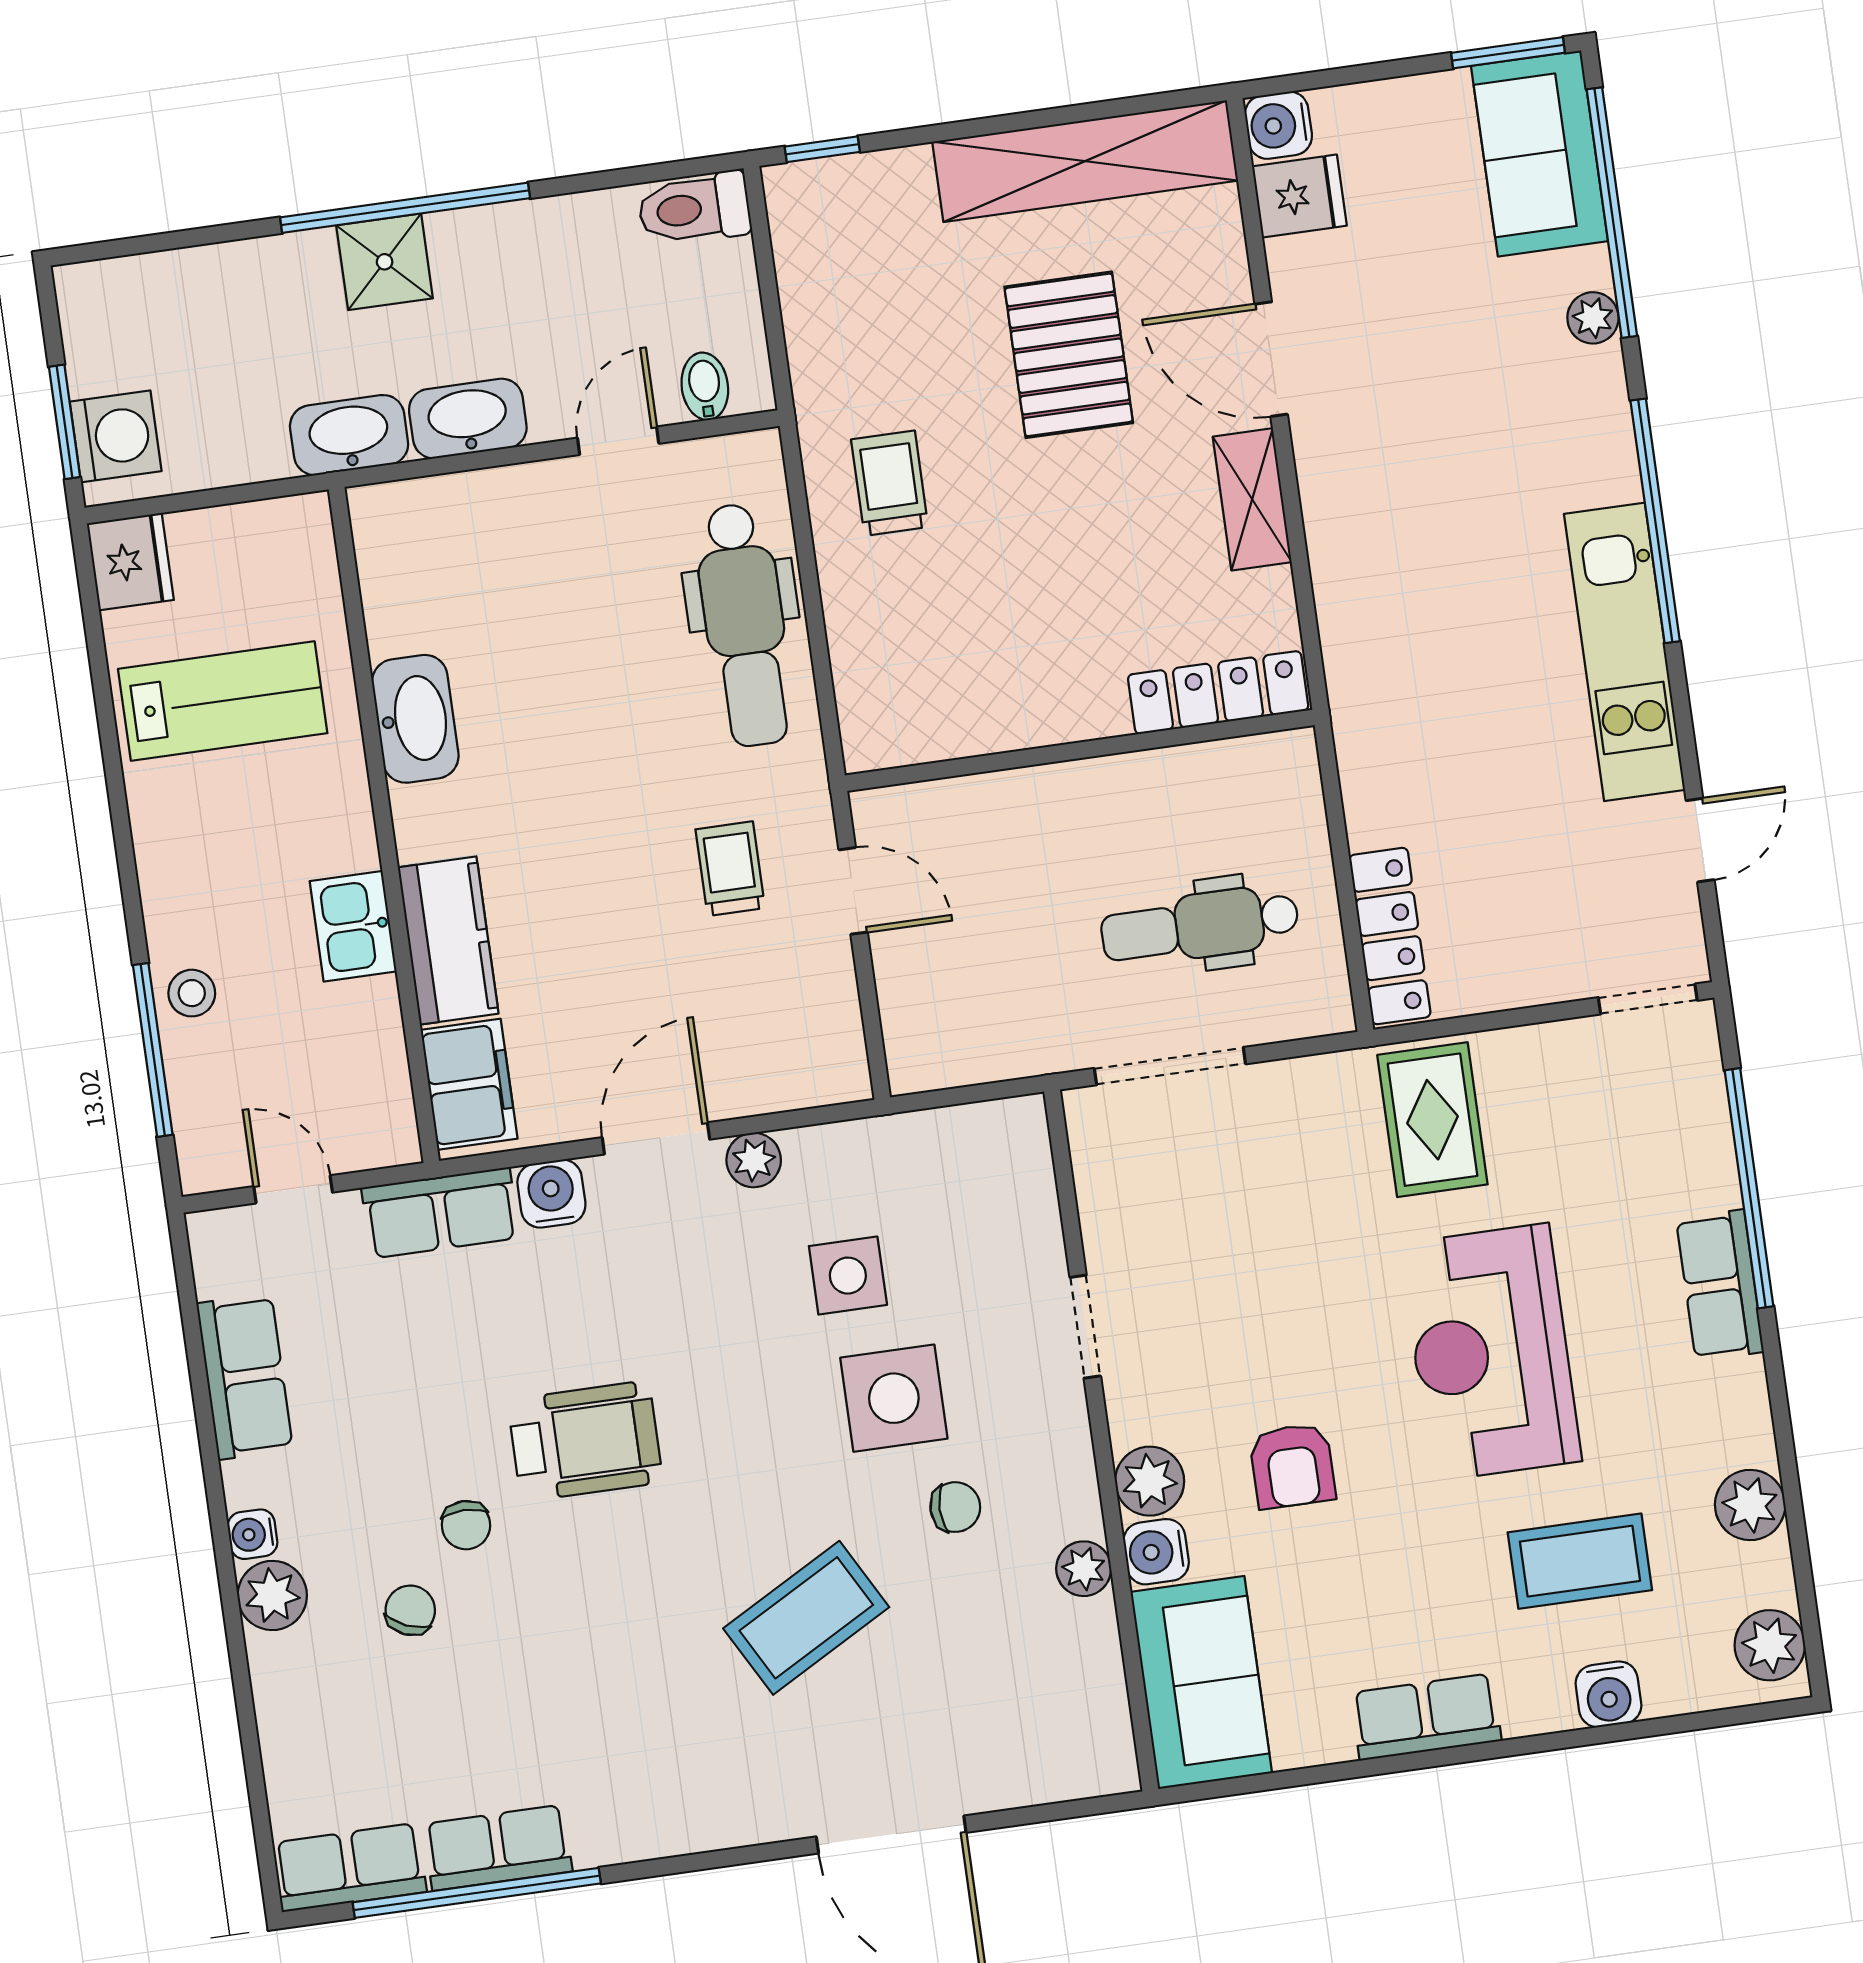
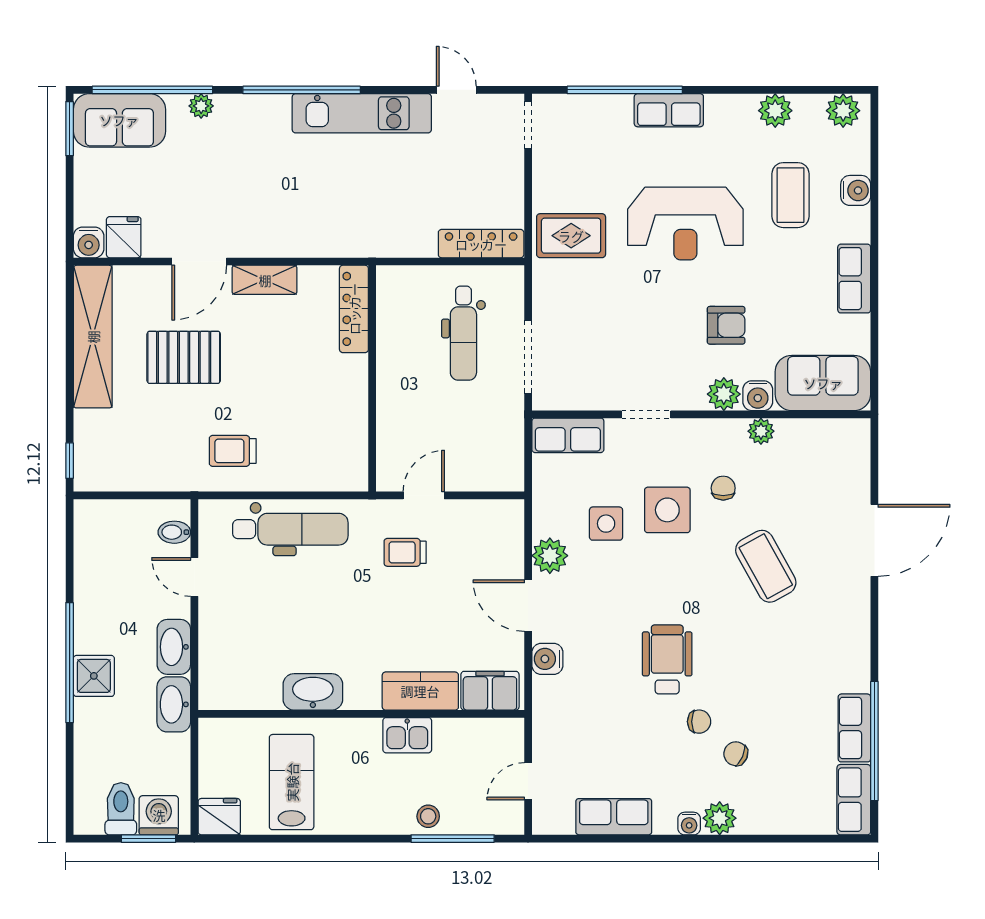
toilet: (694, 208) -> (121, 809), moved, turned 180
plant: (754, 1160) -> (550, 556), width x1.38, depth x1.38
row of seats: (440, 1213) -> (568, 435), moved, turned 90

